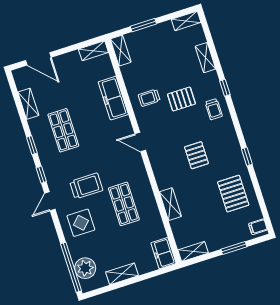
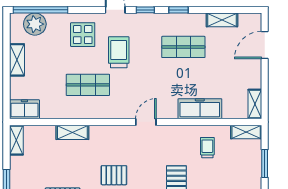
trolley: (149, 98) -> (207, 148), moved
trolley: (86, 186) -> (119, 52), turned 180

